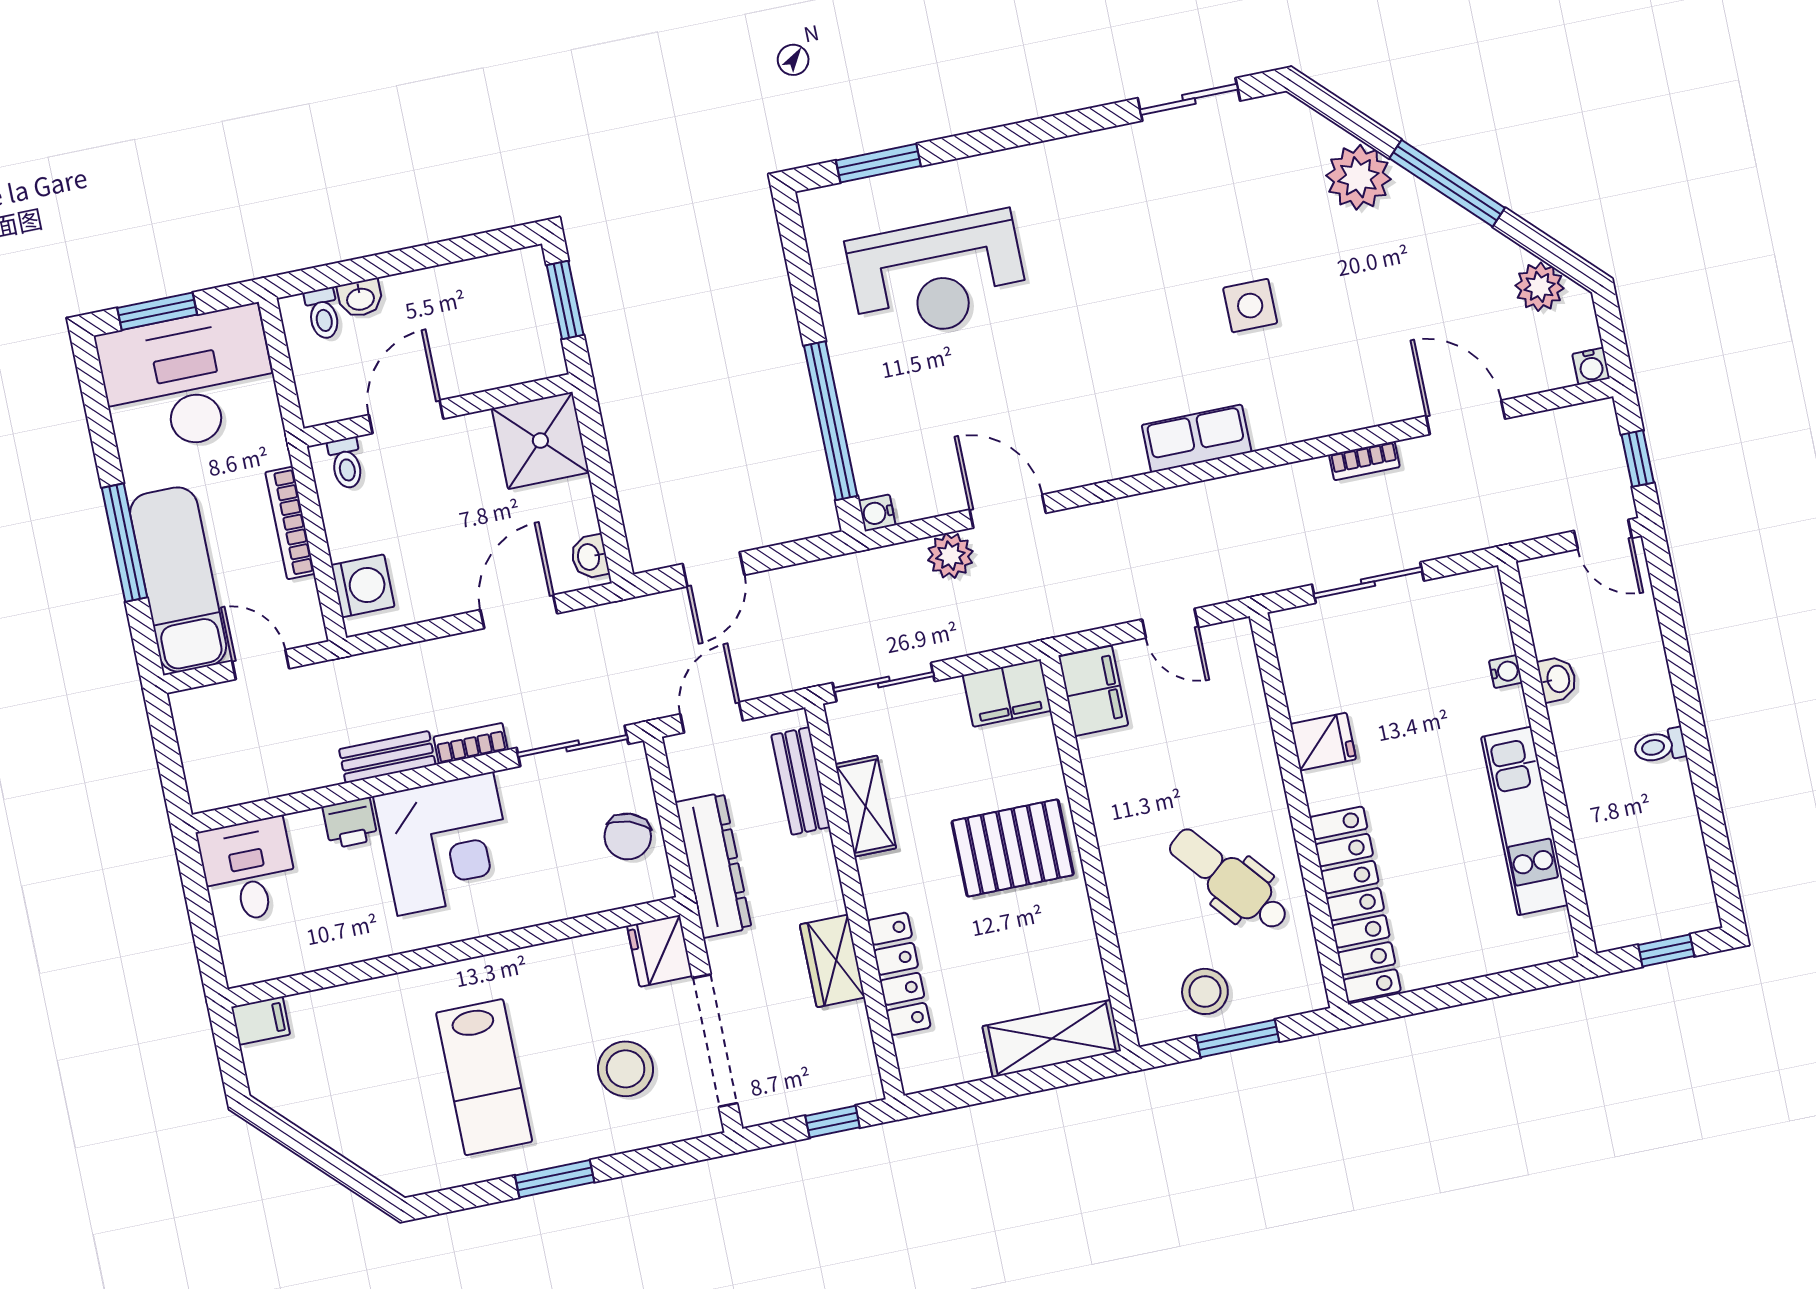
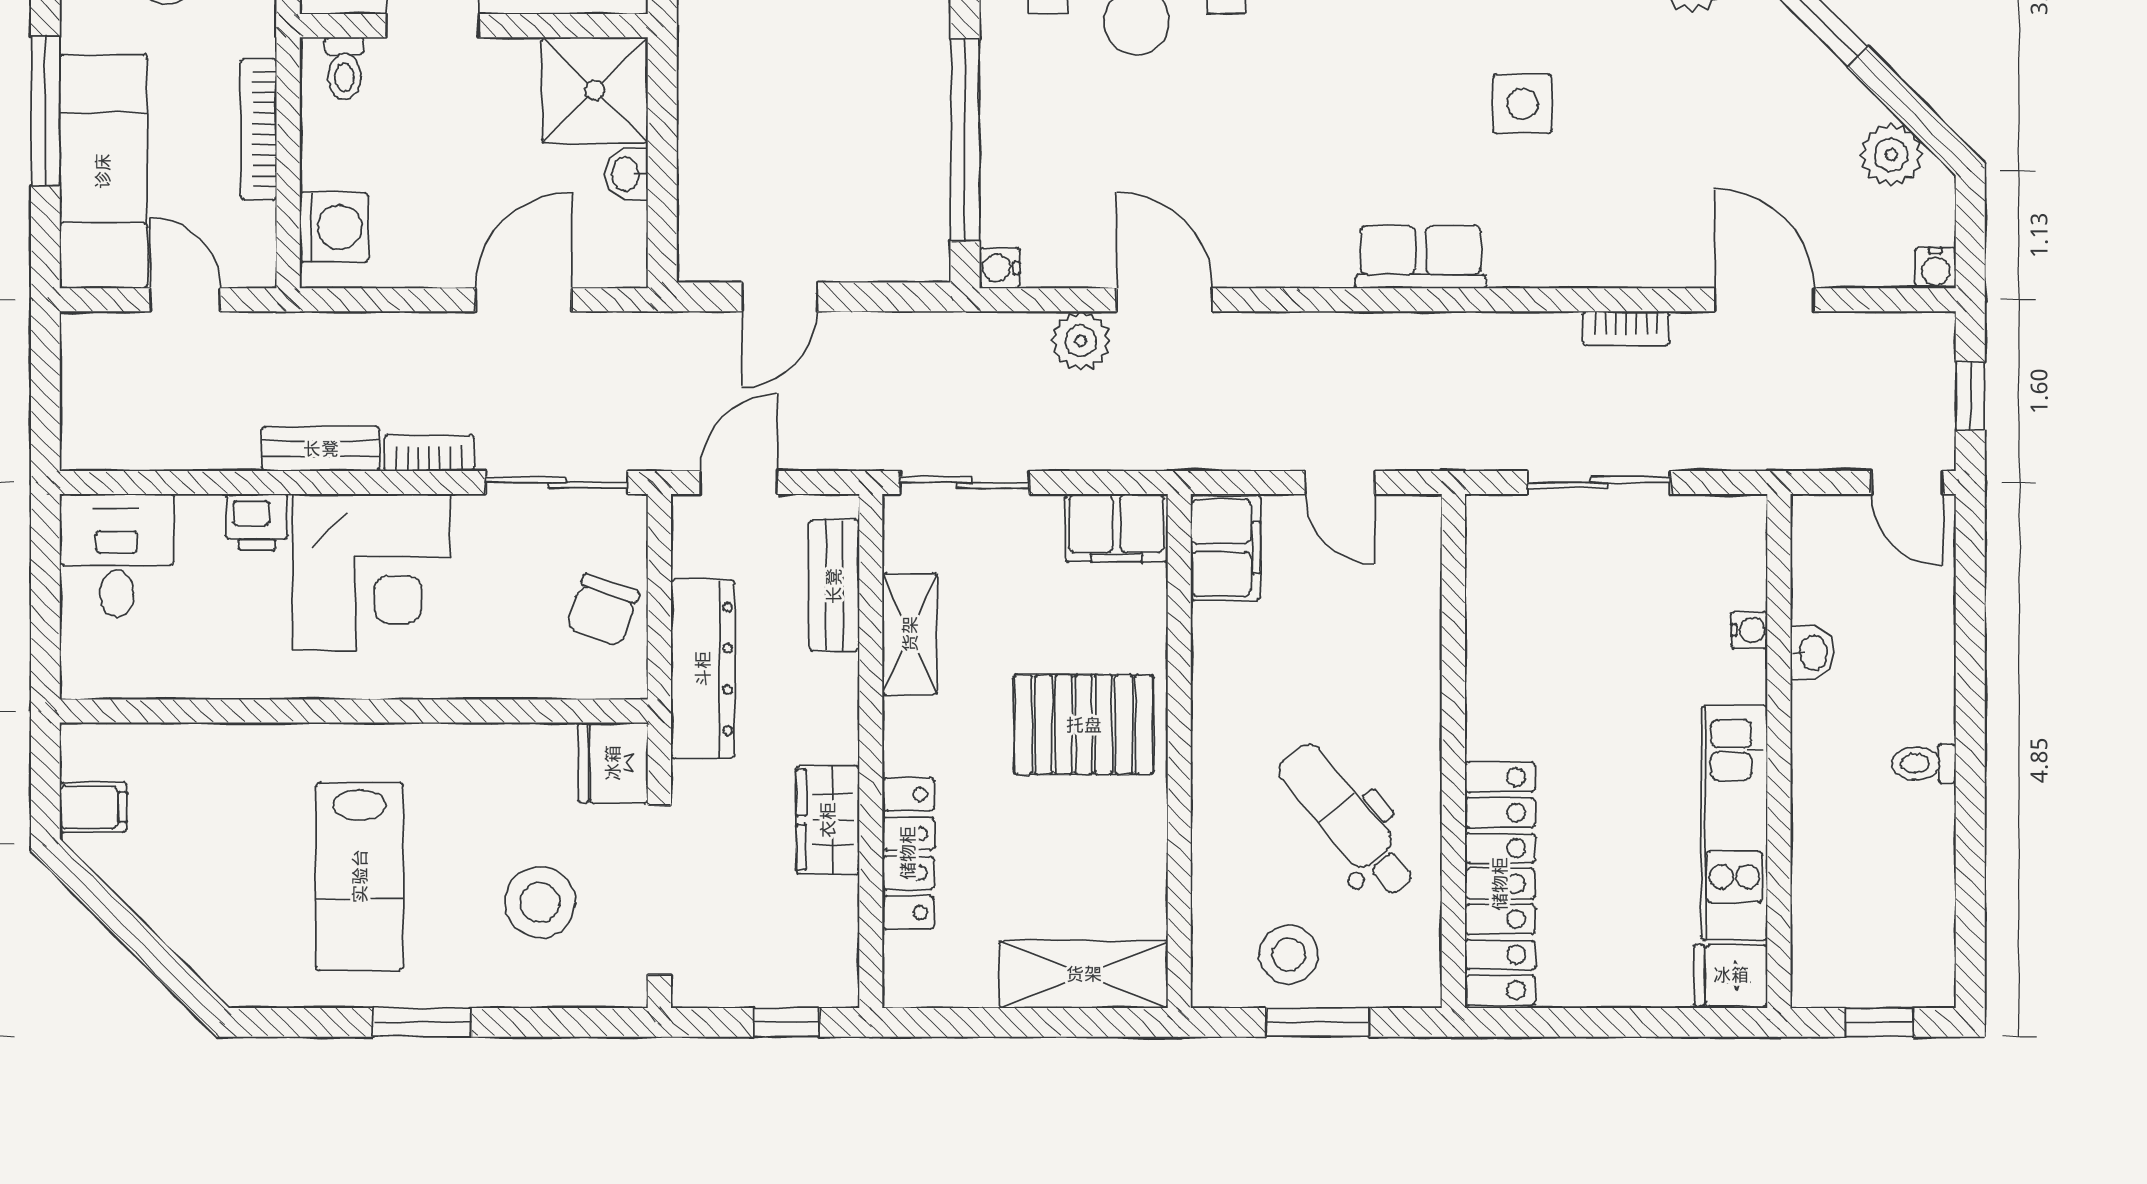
washbasin: (589, 557) -> (627, 174), moved
fridge: (1323, 742) -> (1731, 975), moved, turned 180
filing cabinet: (261, 1021) -> (93, 807), moved

